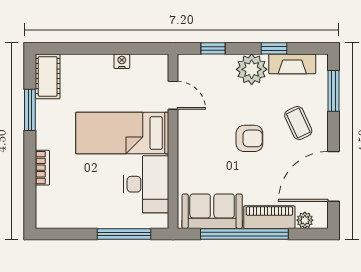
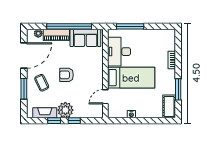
window: (213, 48) -> (74, 121), moved
window: (333, 91) -> (24, 89), moved
door: (173, 95) -> (105, 97), hinge flipped

